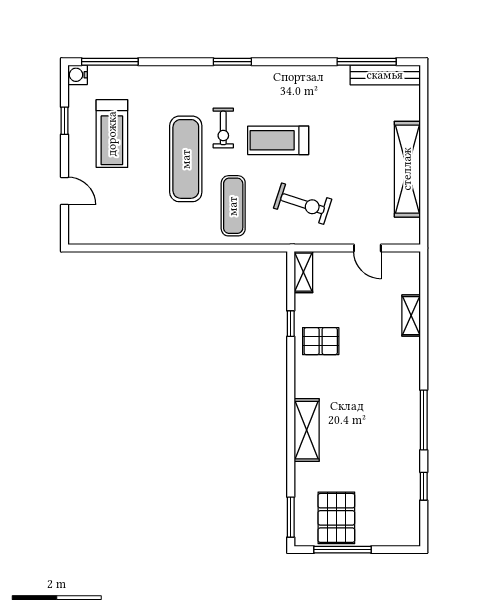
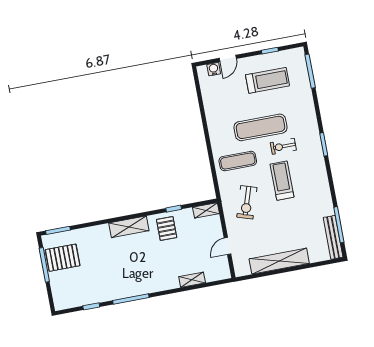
water cooler: (78, 75) -> (214, 69), moved
treadmill: (112, 134) -> (267, 80), turned 180
shelving: (307, 430) -> (129, 227), moved

